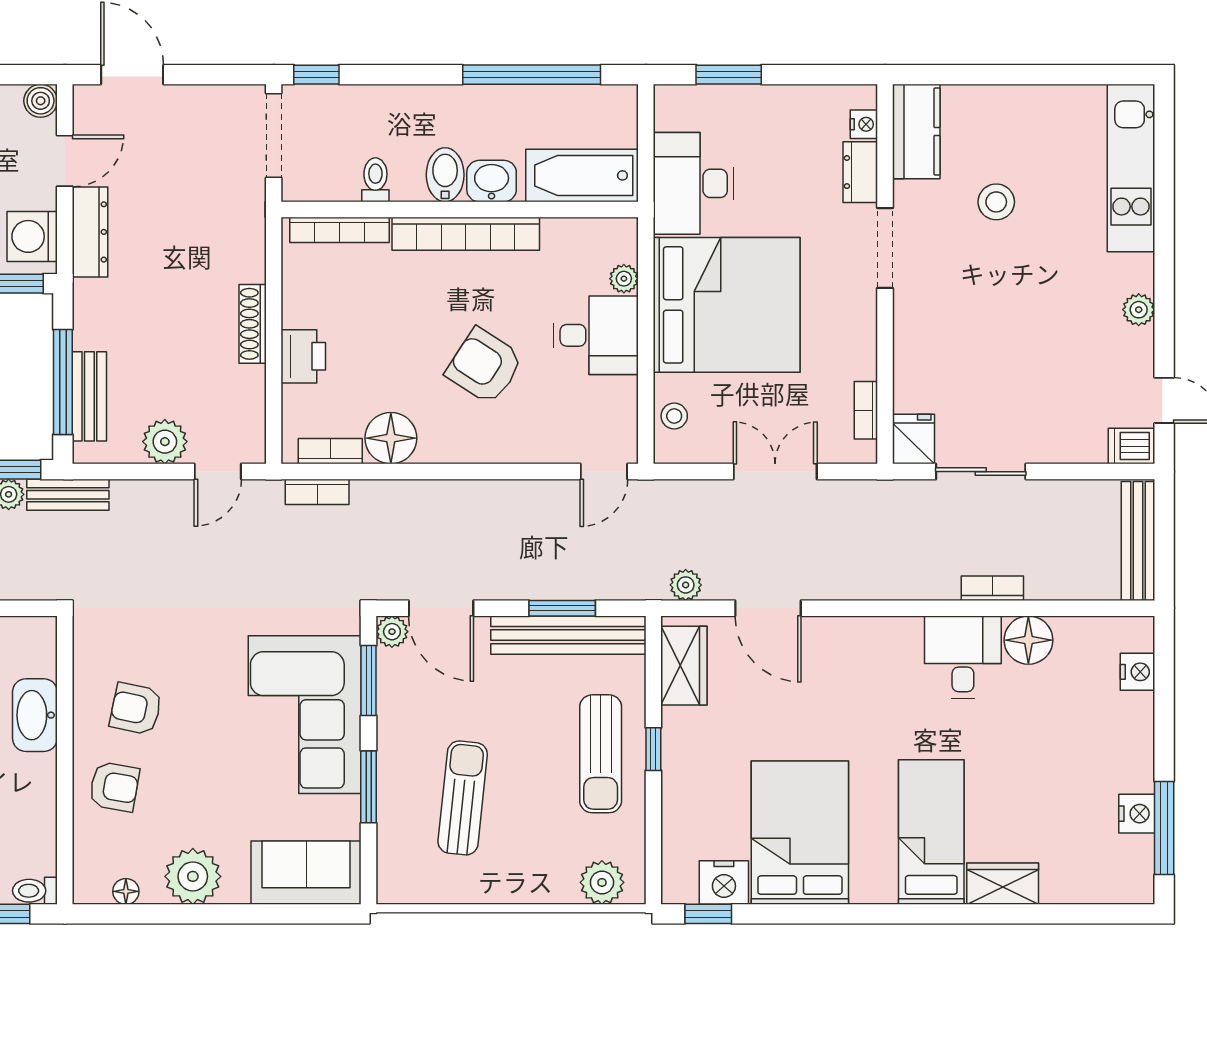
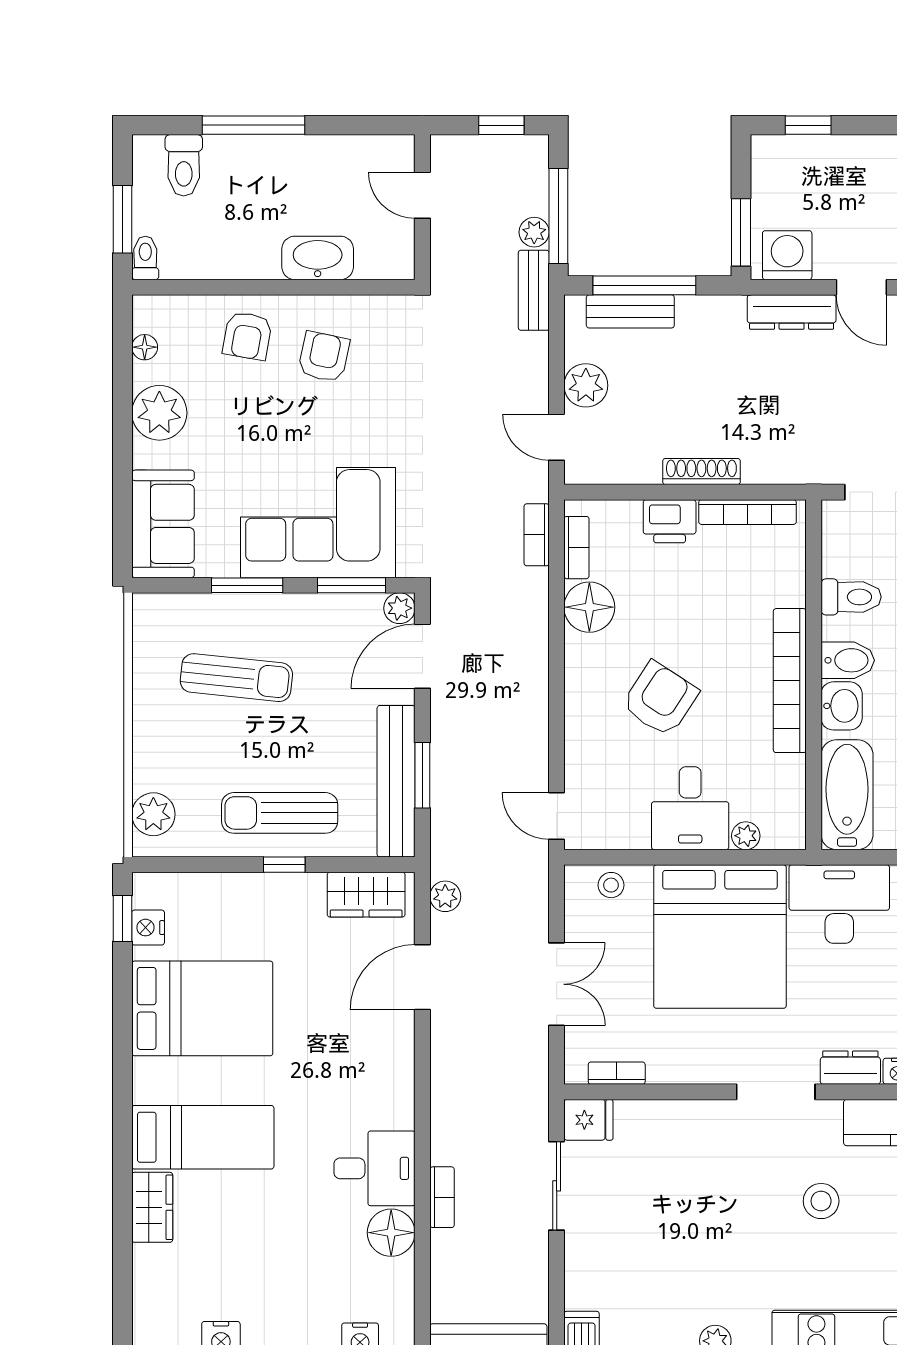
toilet: (375, 180) -> (851, 597), width x1.37, depth x1.39
bookcase: (340, 230) -> (747, 512), moved, turned -90
nightstand: (724, 882) -> (148, 928), width x0.74, depth x0.75

